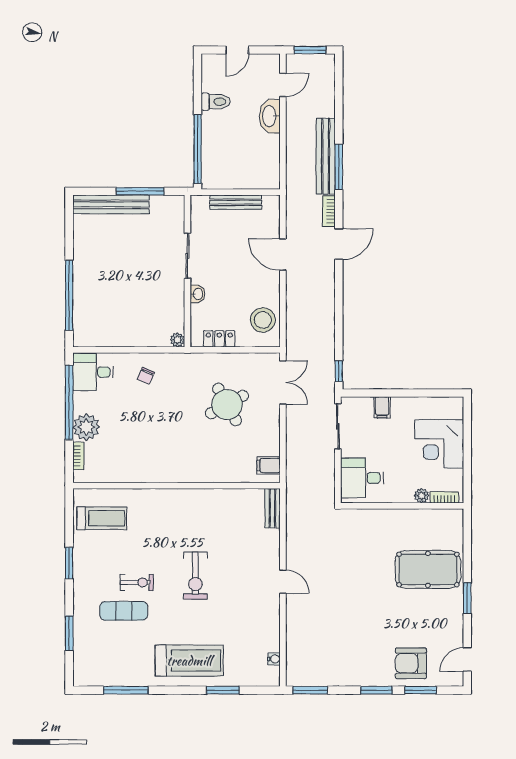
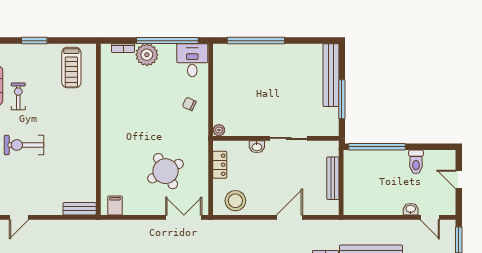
washbasin: (270, 116) -> (411, 209), width x0.52, depth x0.69
double door: (283, 382) -> (184, 217), swing flipped
exercise bike: (137, 582) -> (18, 96), turned 180

